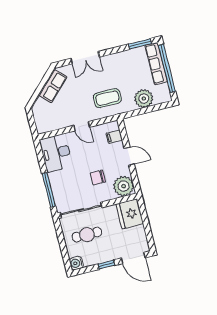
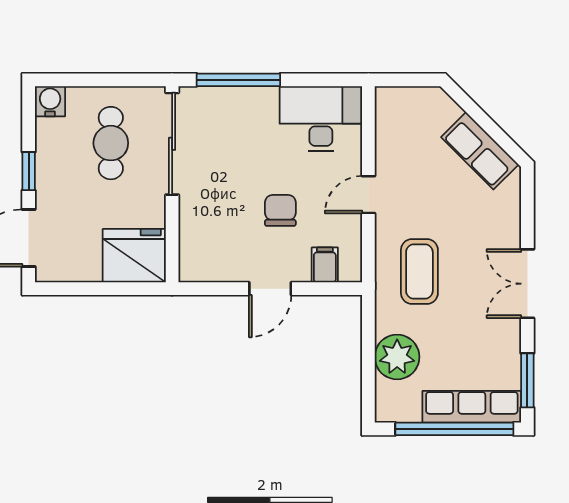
double door: (85, 58) -> (527, 284), moved
chair: (98, 177) -> (280, 210), moved
plant: (124, 186) -> (203, 258), removed

